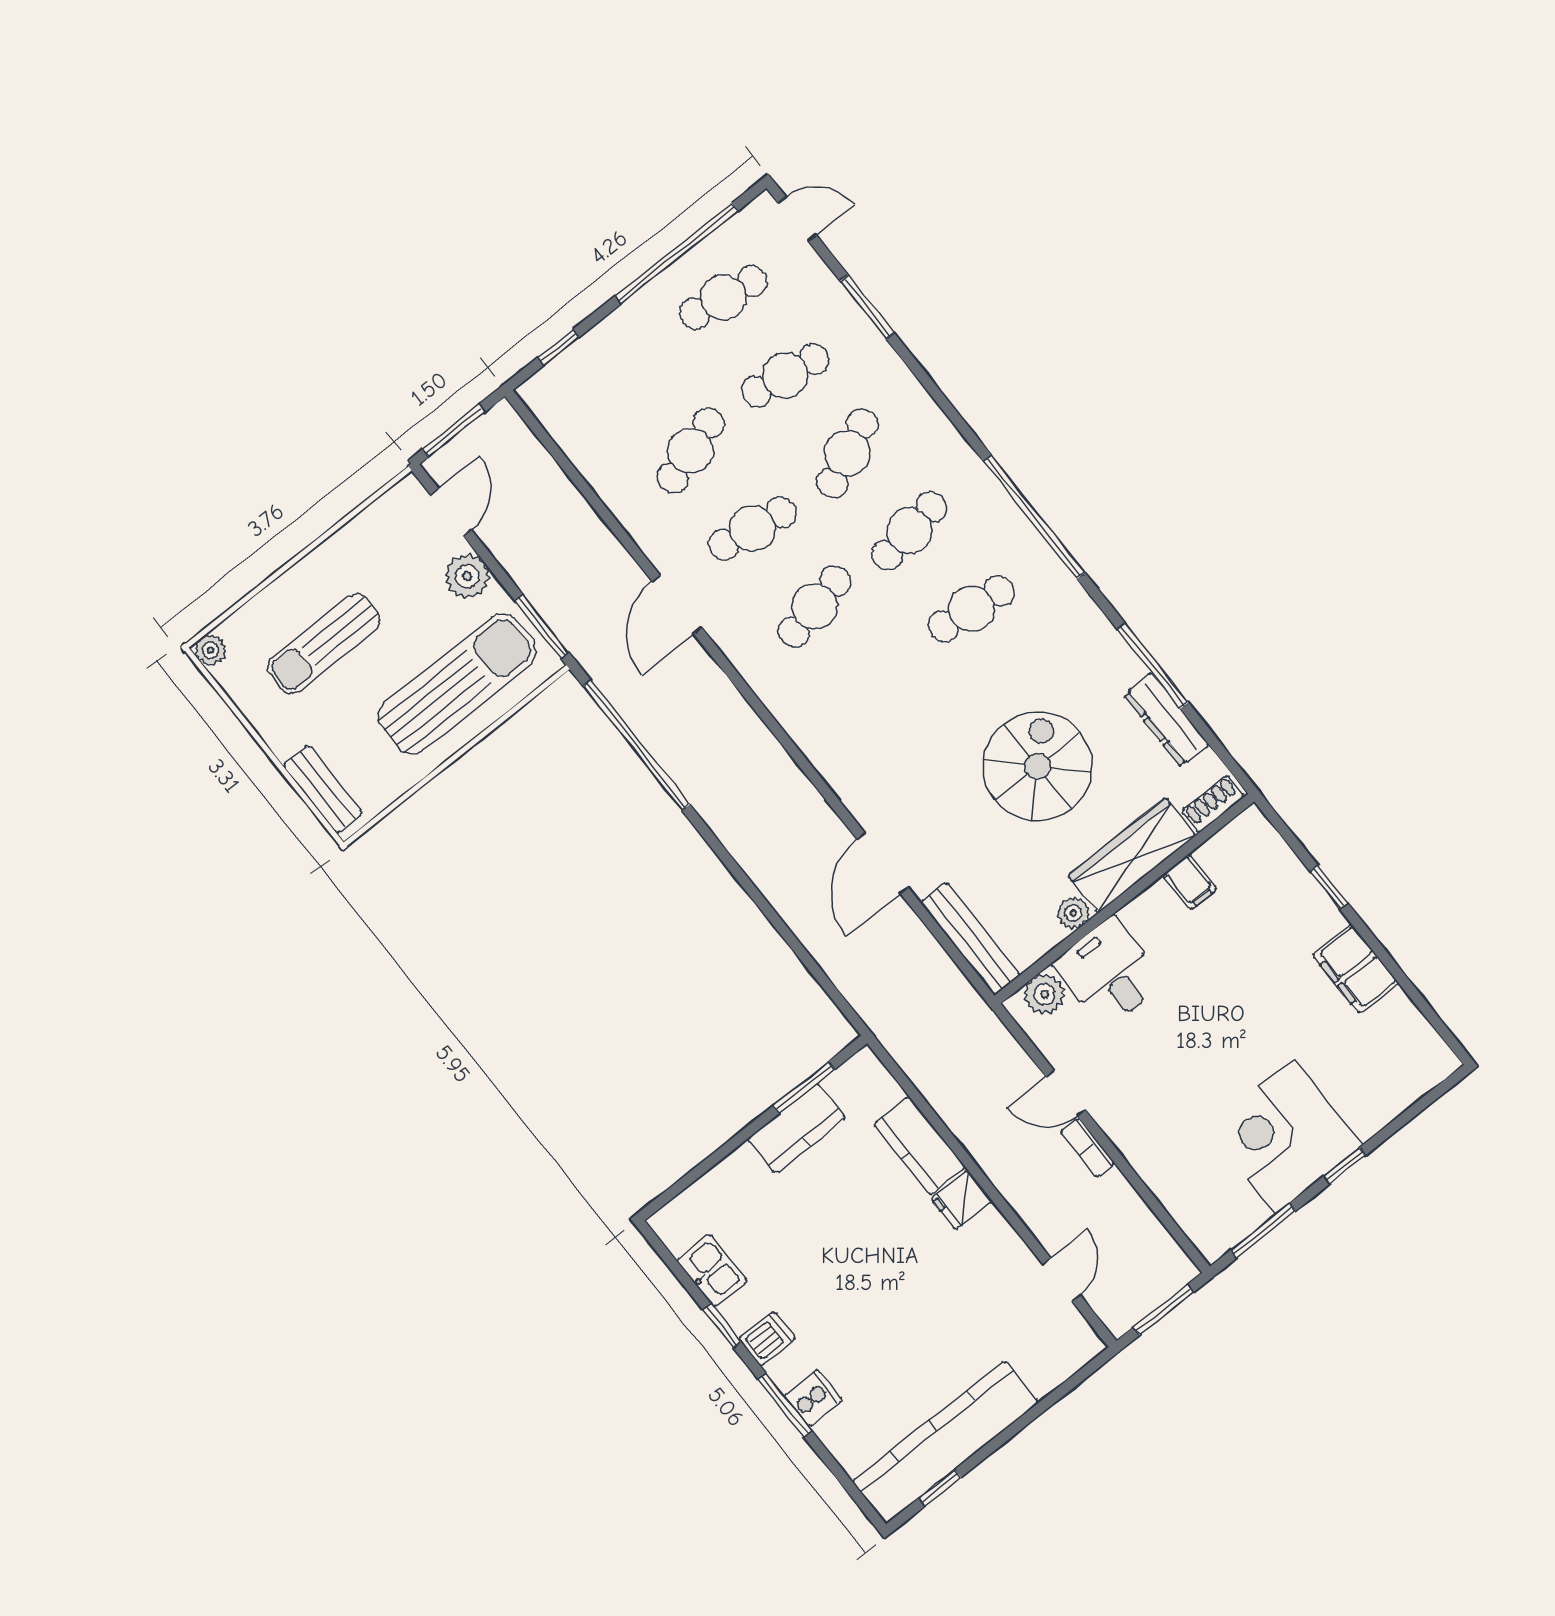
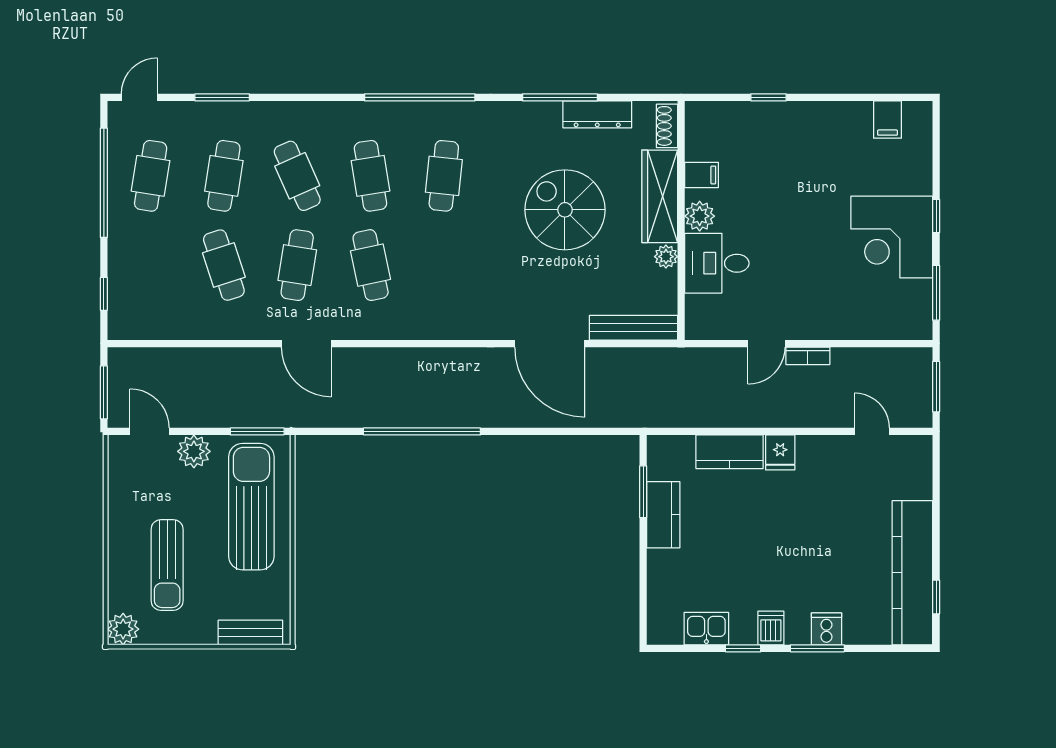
plant: (211, 650) -> (123, 629), width x1.38, depth x1.38
window: (636, 745) -> (422, 431), moved
door: (883, 863) -> (550, 344), width x1.36
filing cabinet: (1355, 969) -> (887, 120), moved, width x0.50
plant: (1044, 994) -> (700, 216), moved

